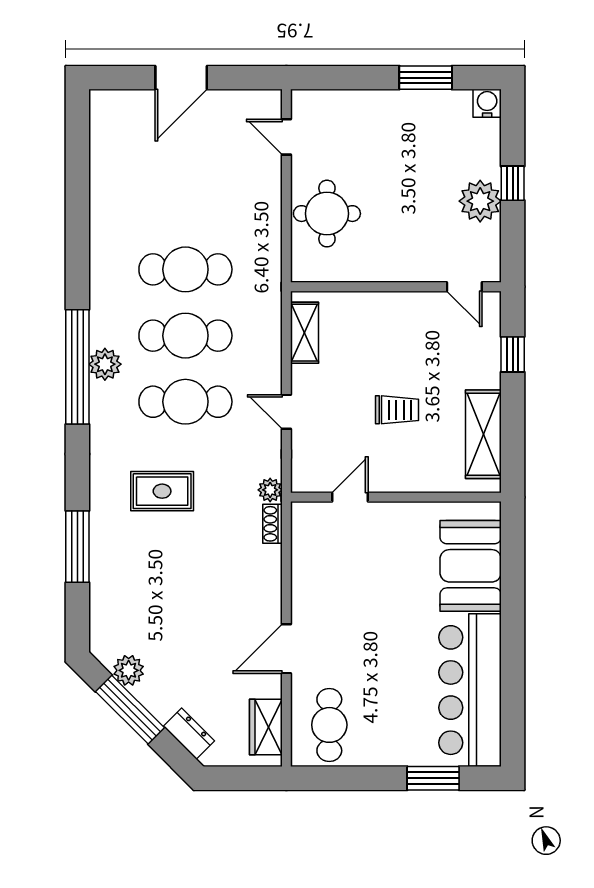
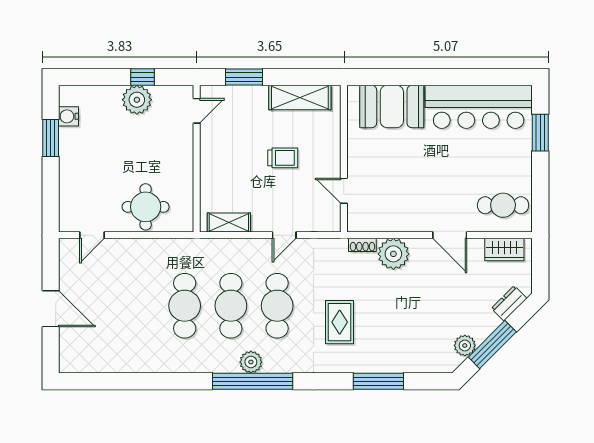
water cooler: (487, 103) -> (69, 116), moved
window: (513, 183) -> (142, 77), moved
window: (513, 354) -> (244, 77), width x1.50
trolley: (397, 410) -> (283, 158), turned 90
plant: (270, 490) -> (393, 254), moved, width x1.88, depth x1.88

